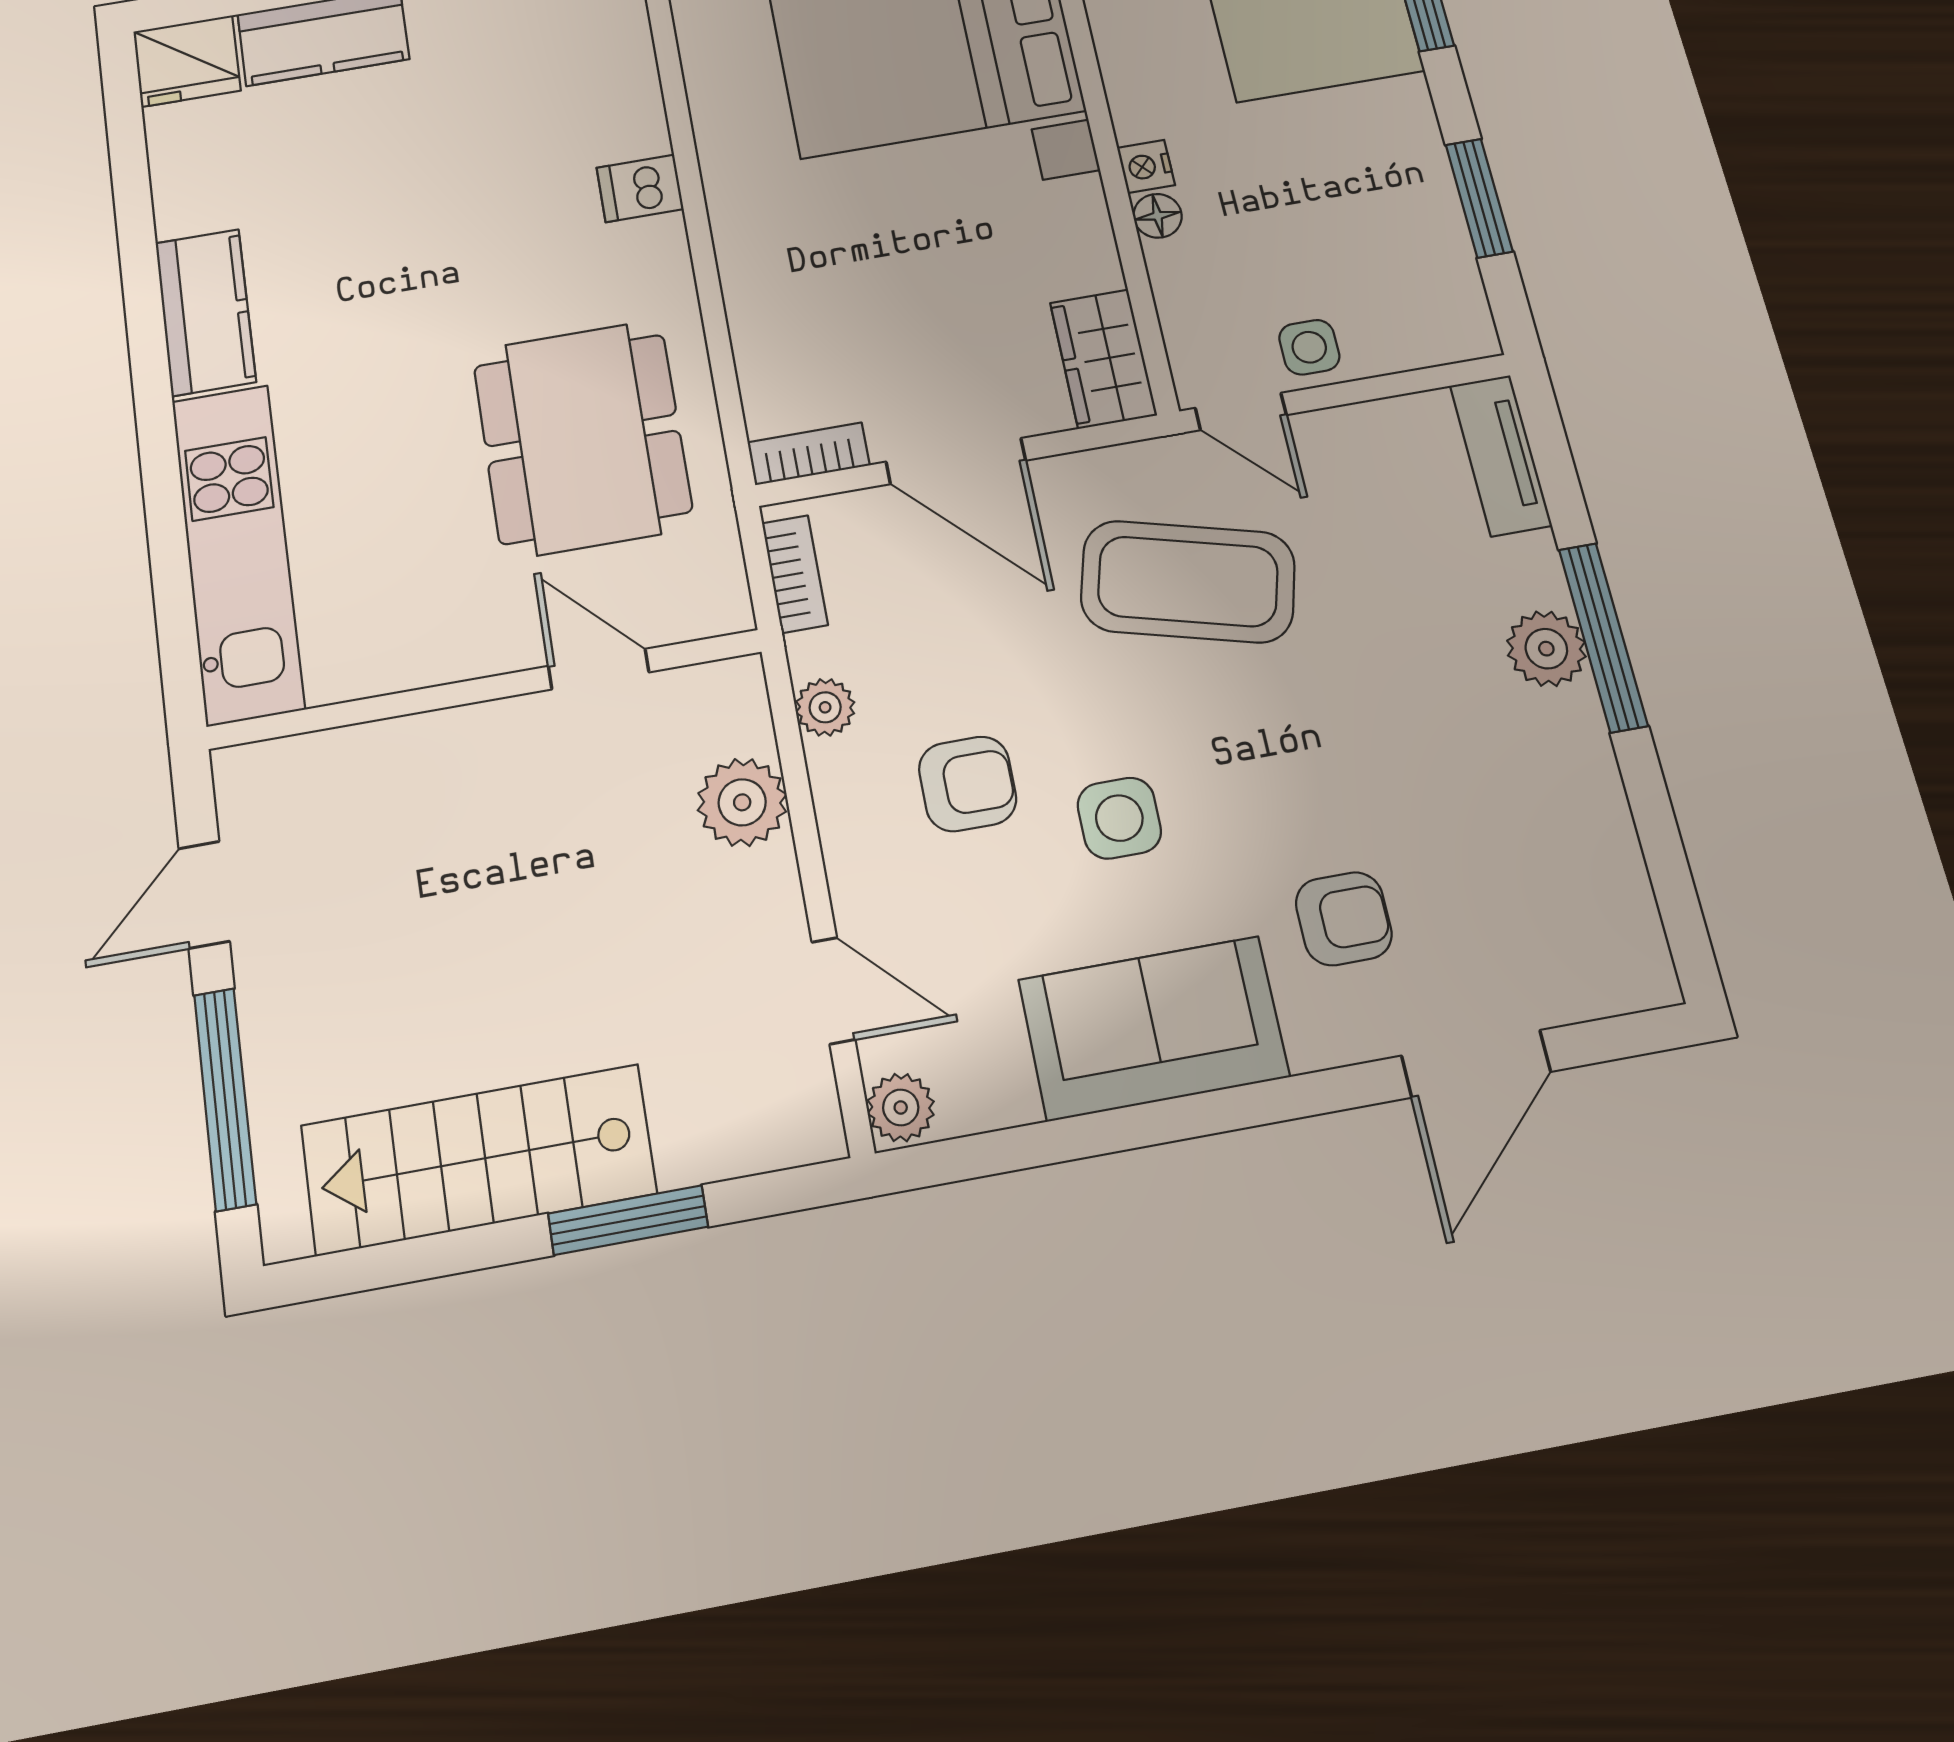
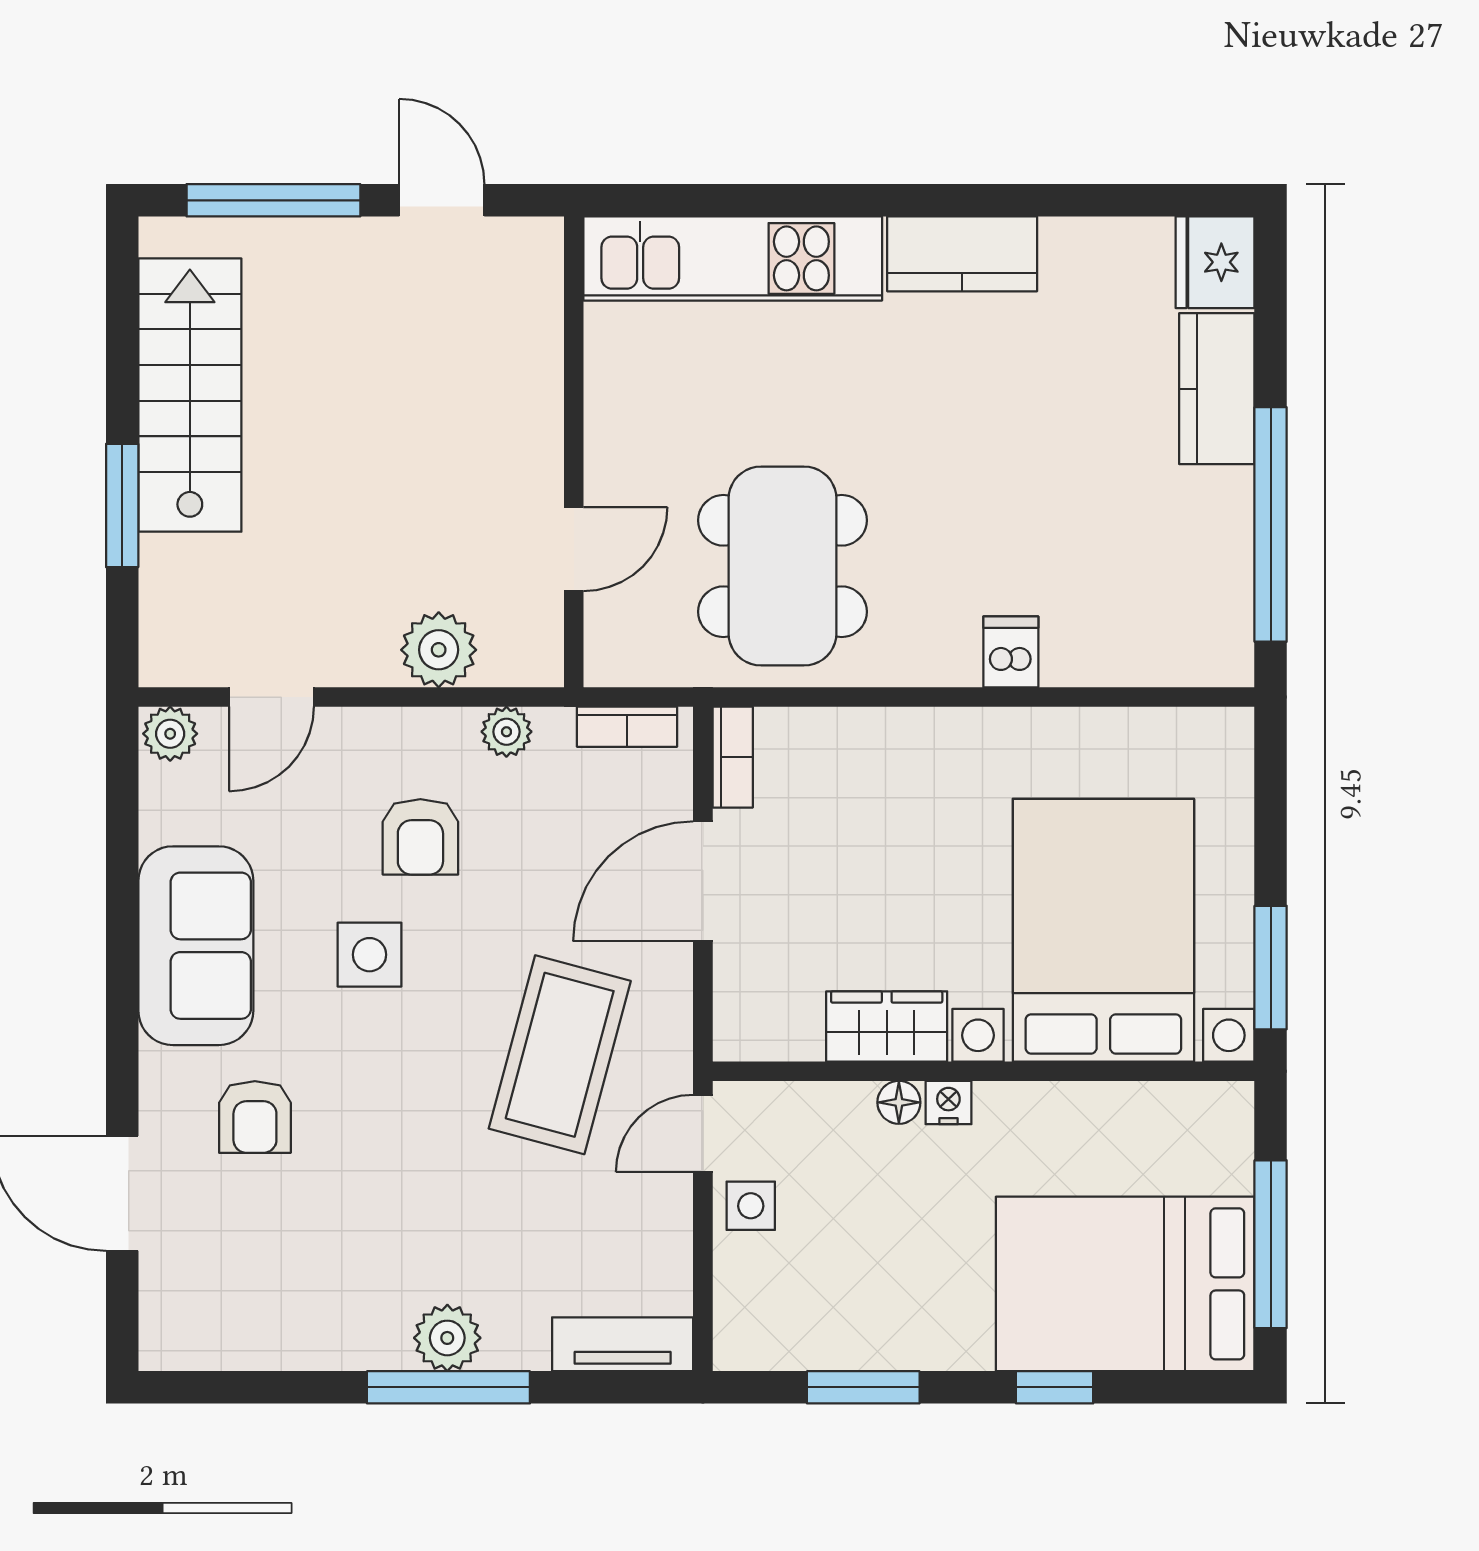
wardrobe: (1103, 359) -> (887, 1026), moved
dining table: (582, 439) -> (783, 566), turned 90

